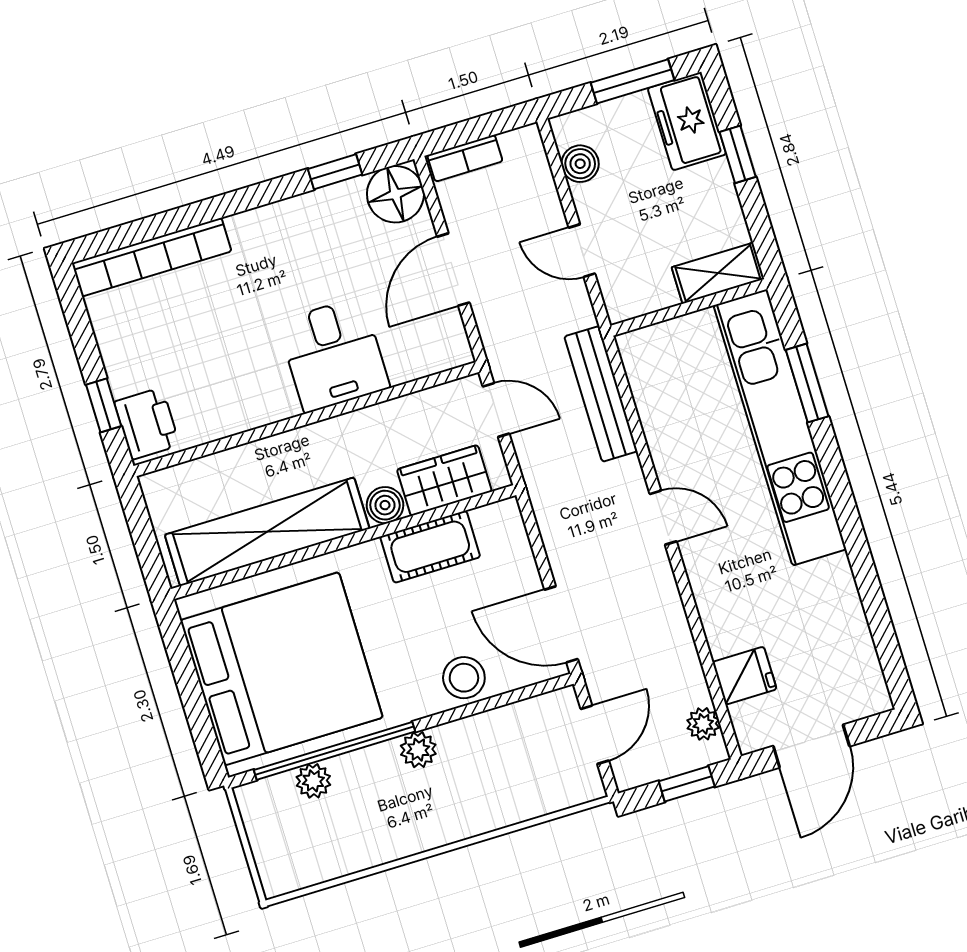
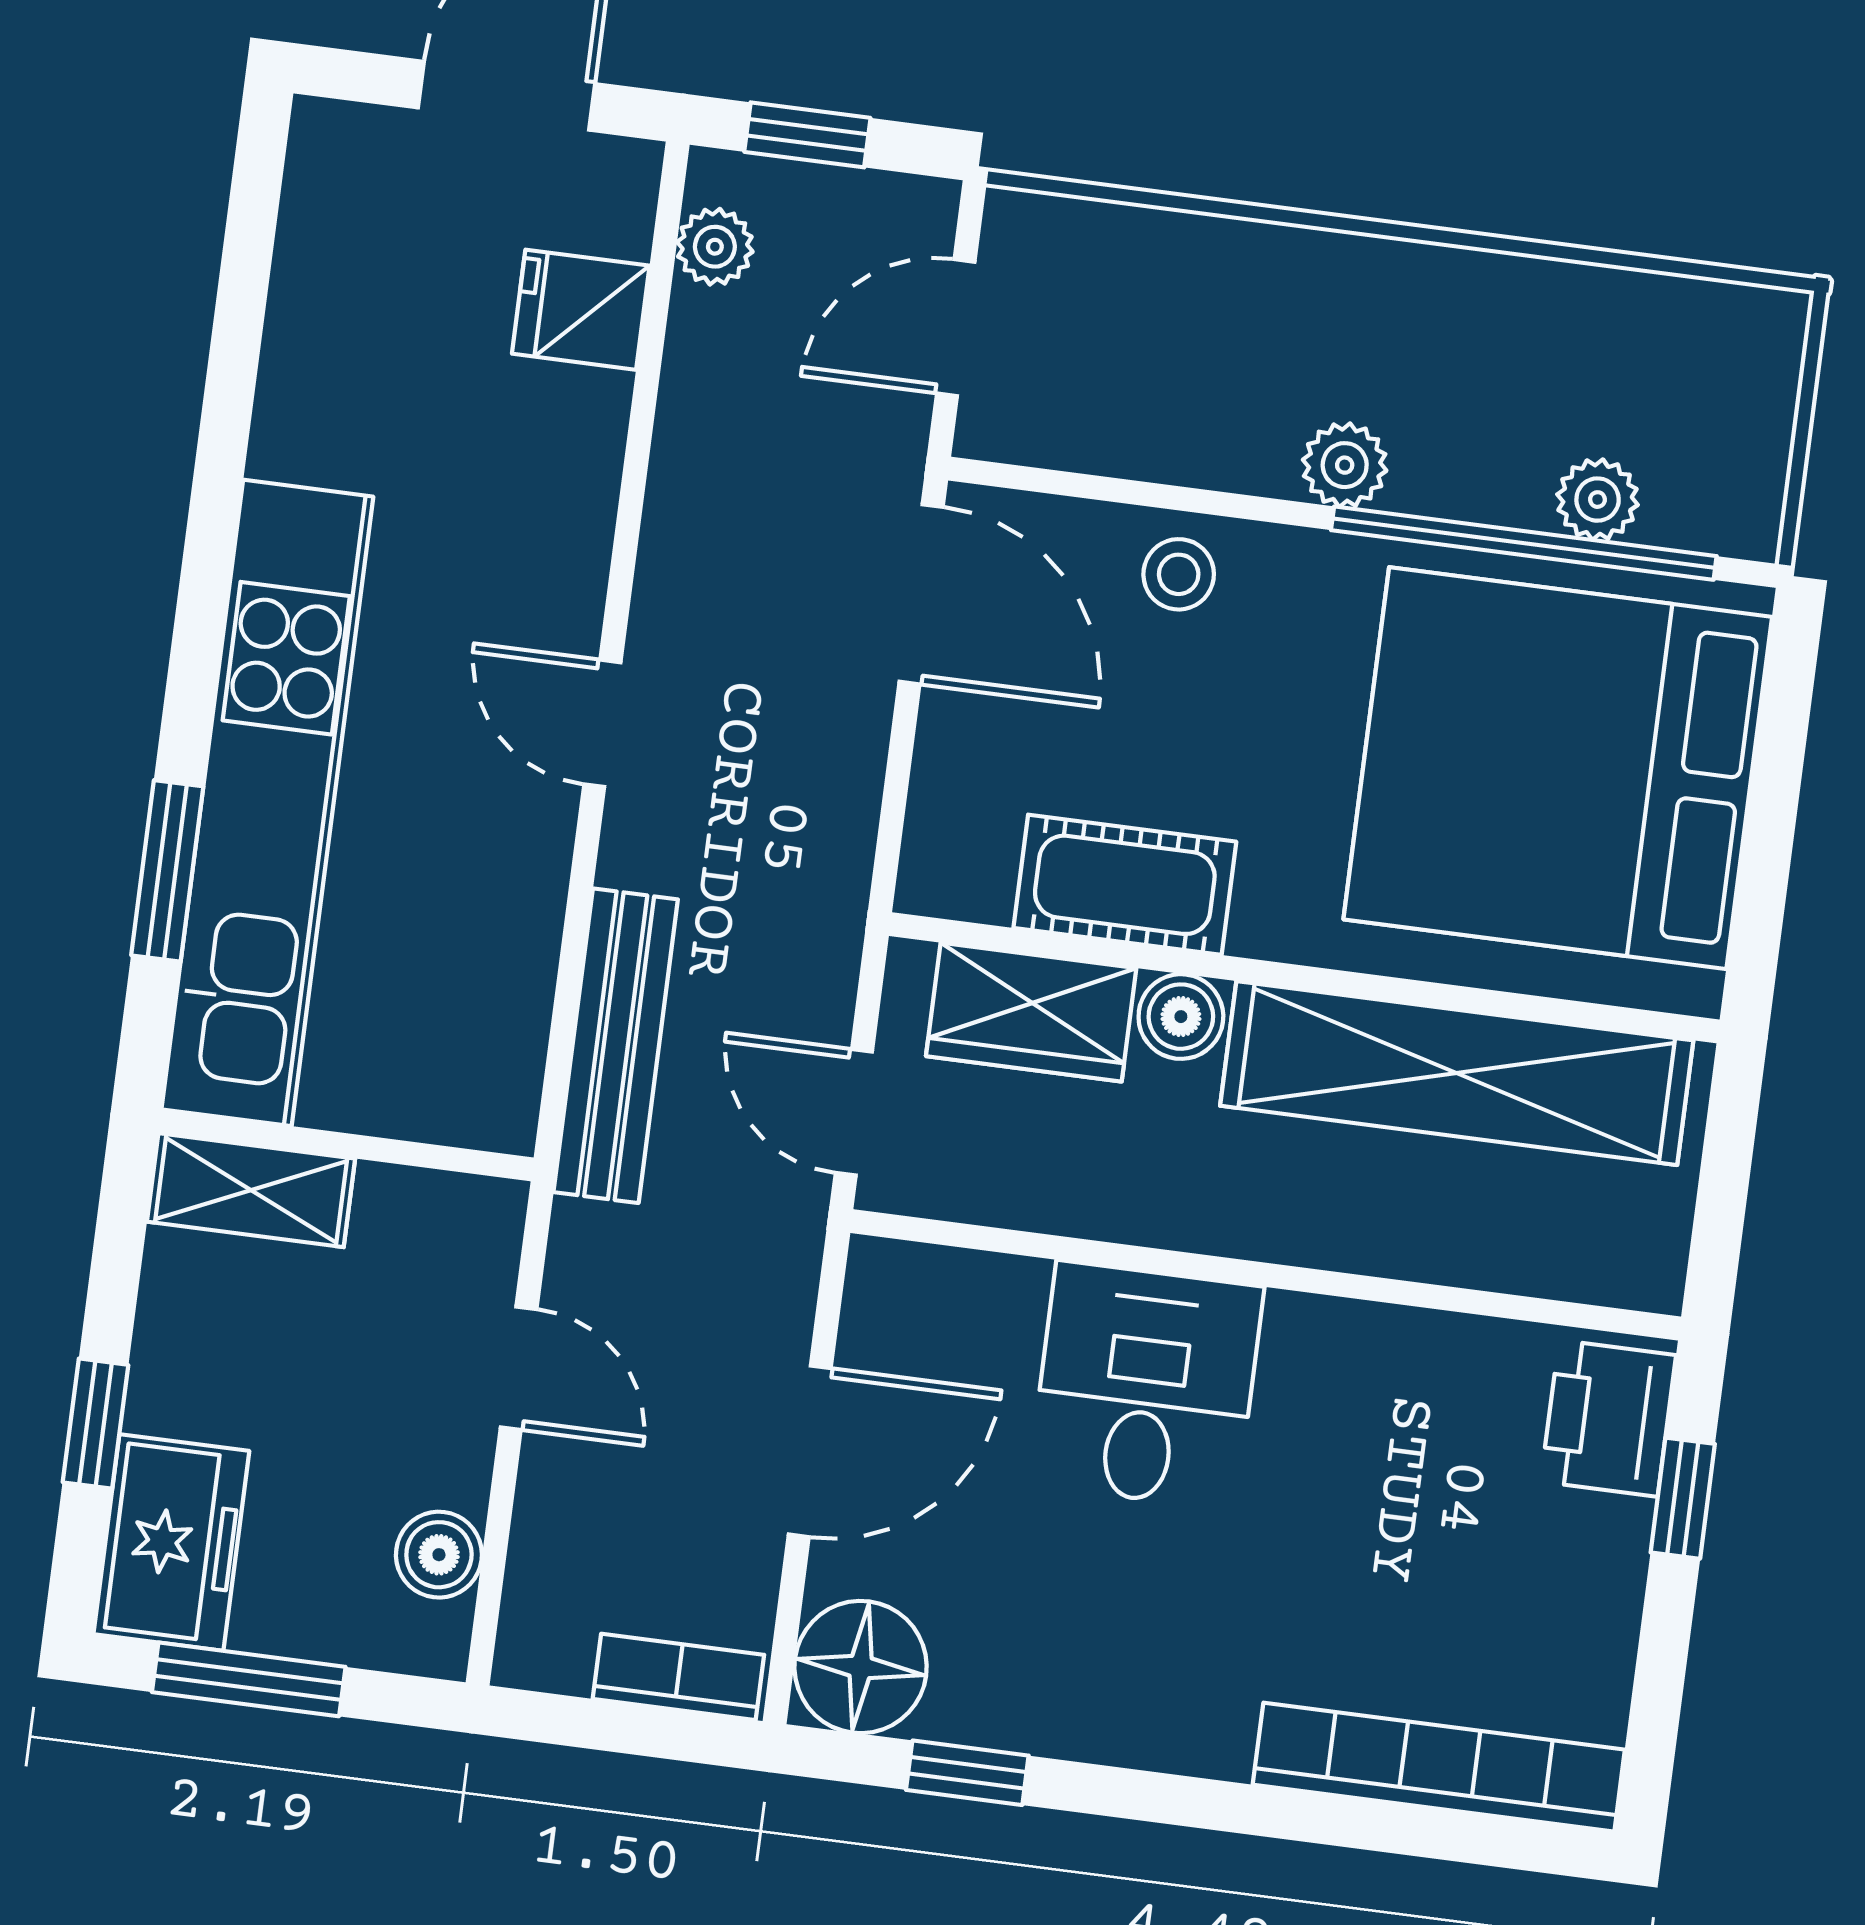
stool: (464, 678) -> (1179, 574), width x0.73, depth x0.73

